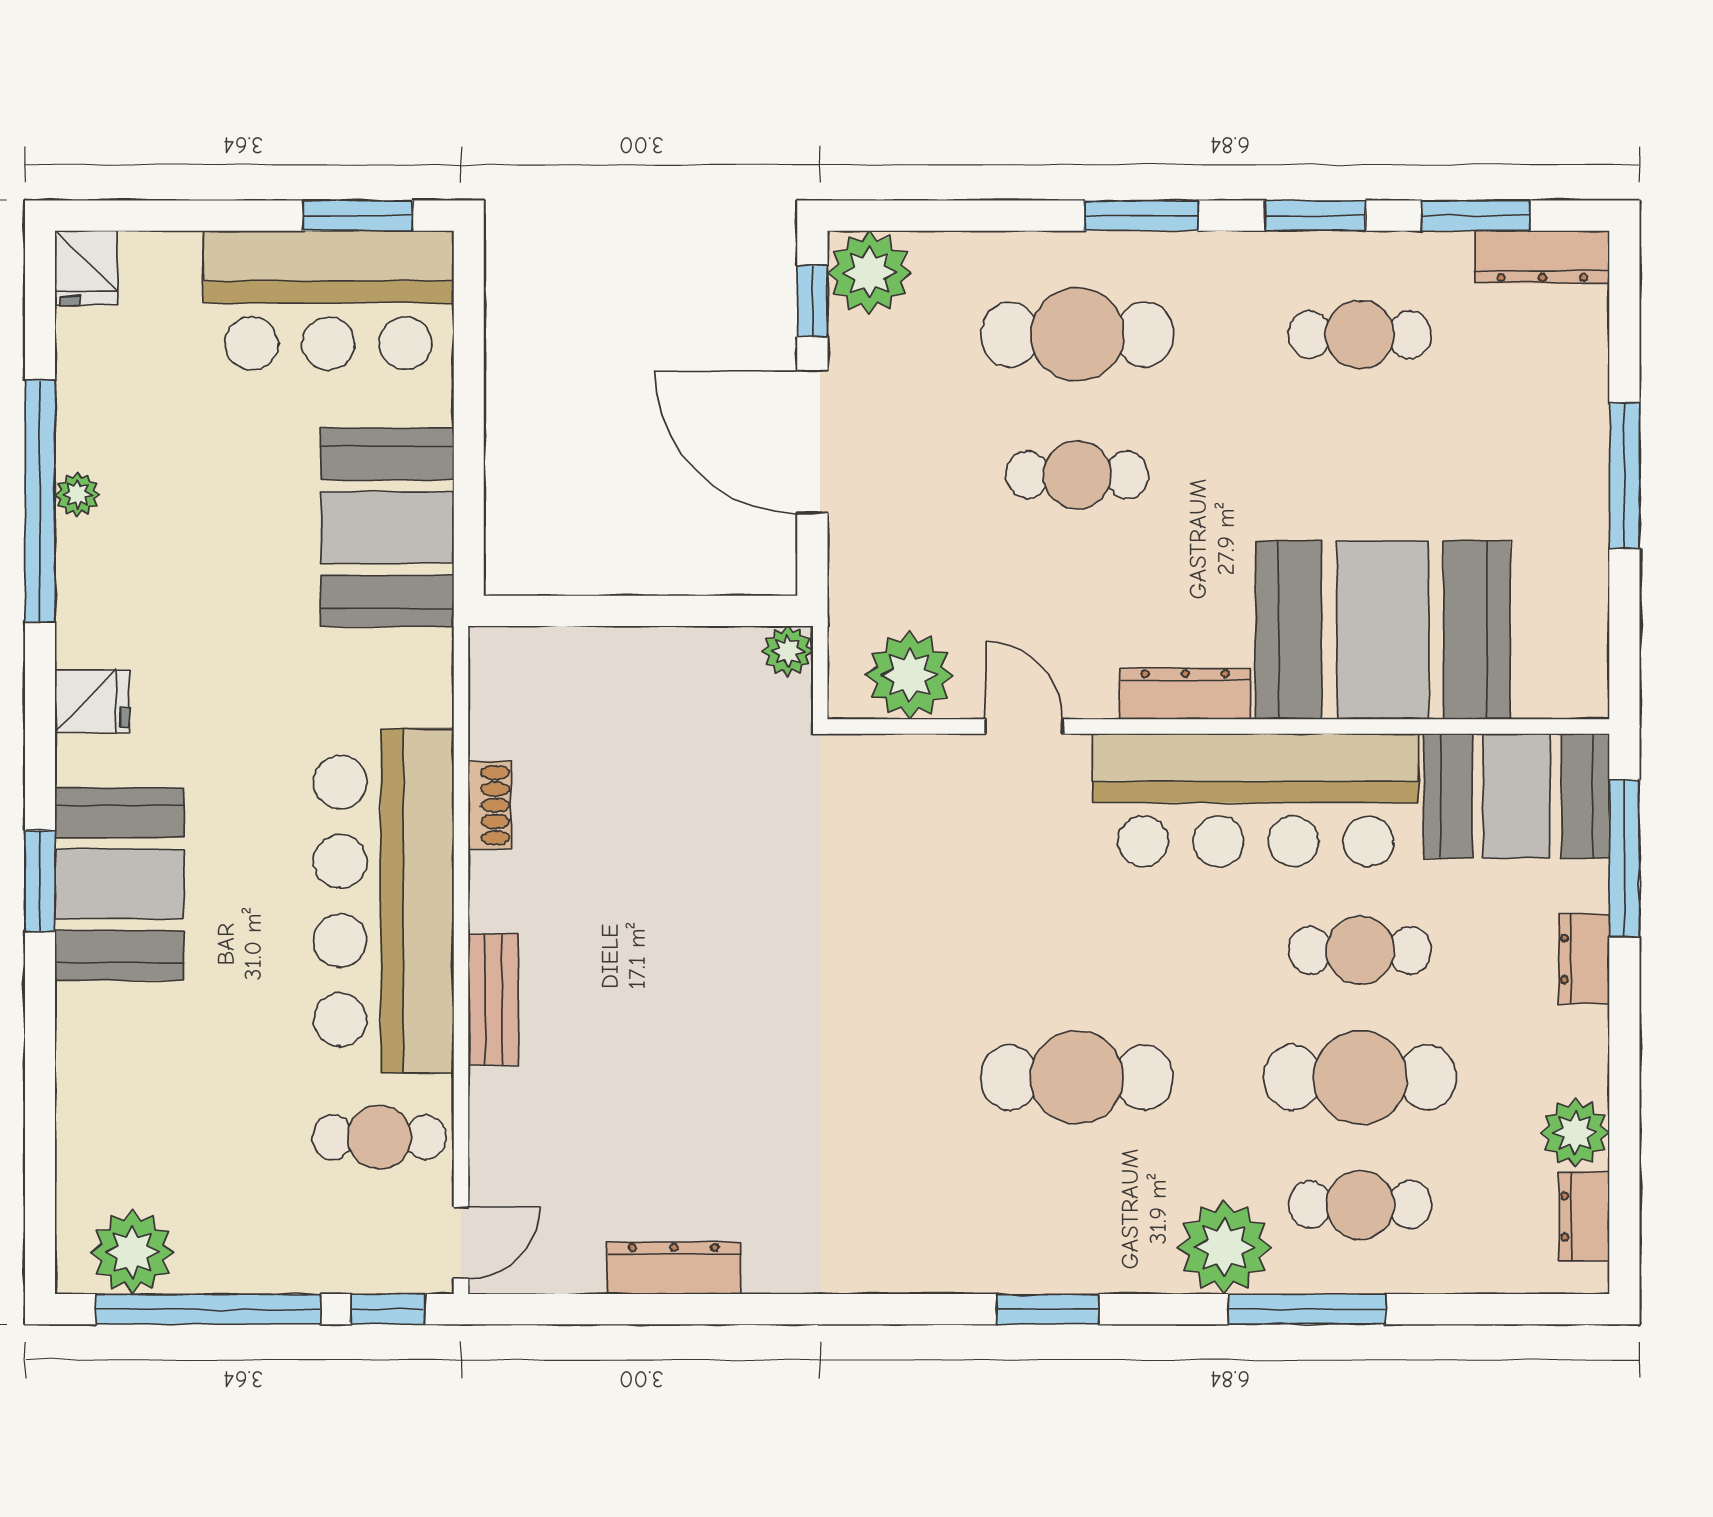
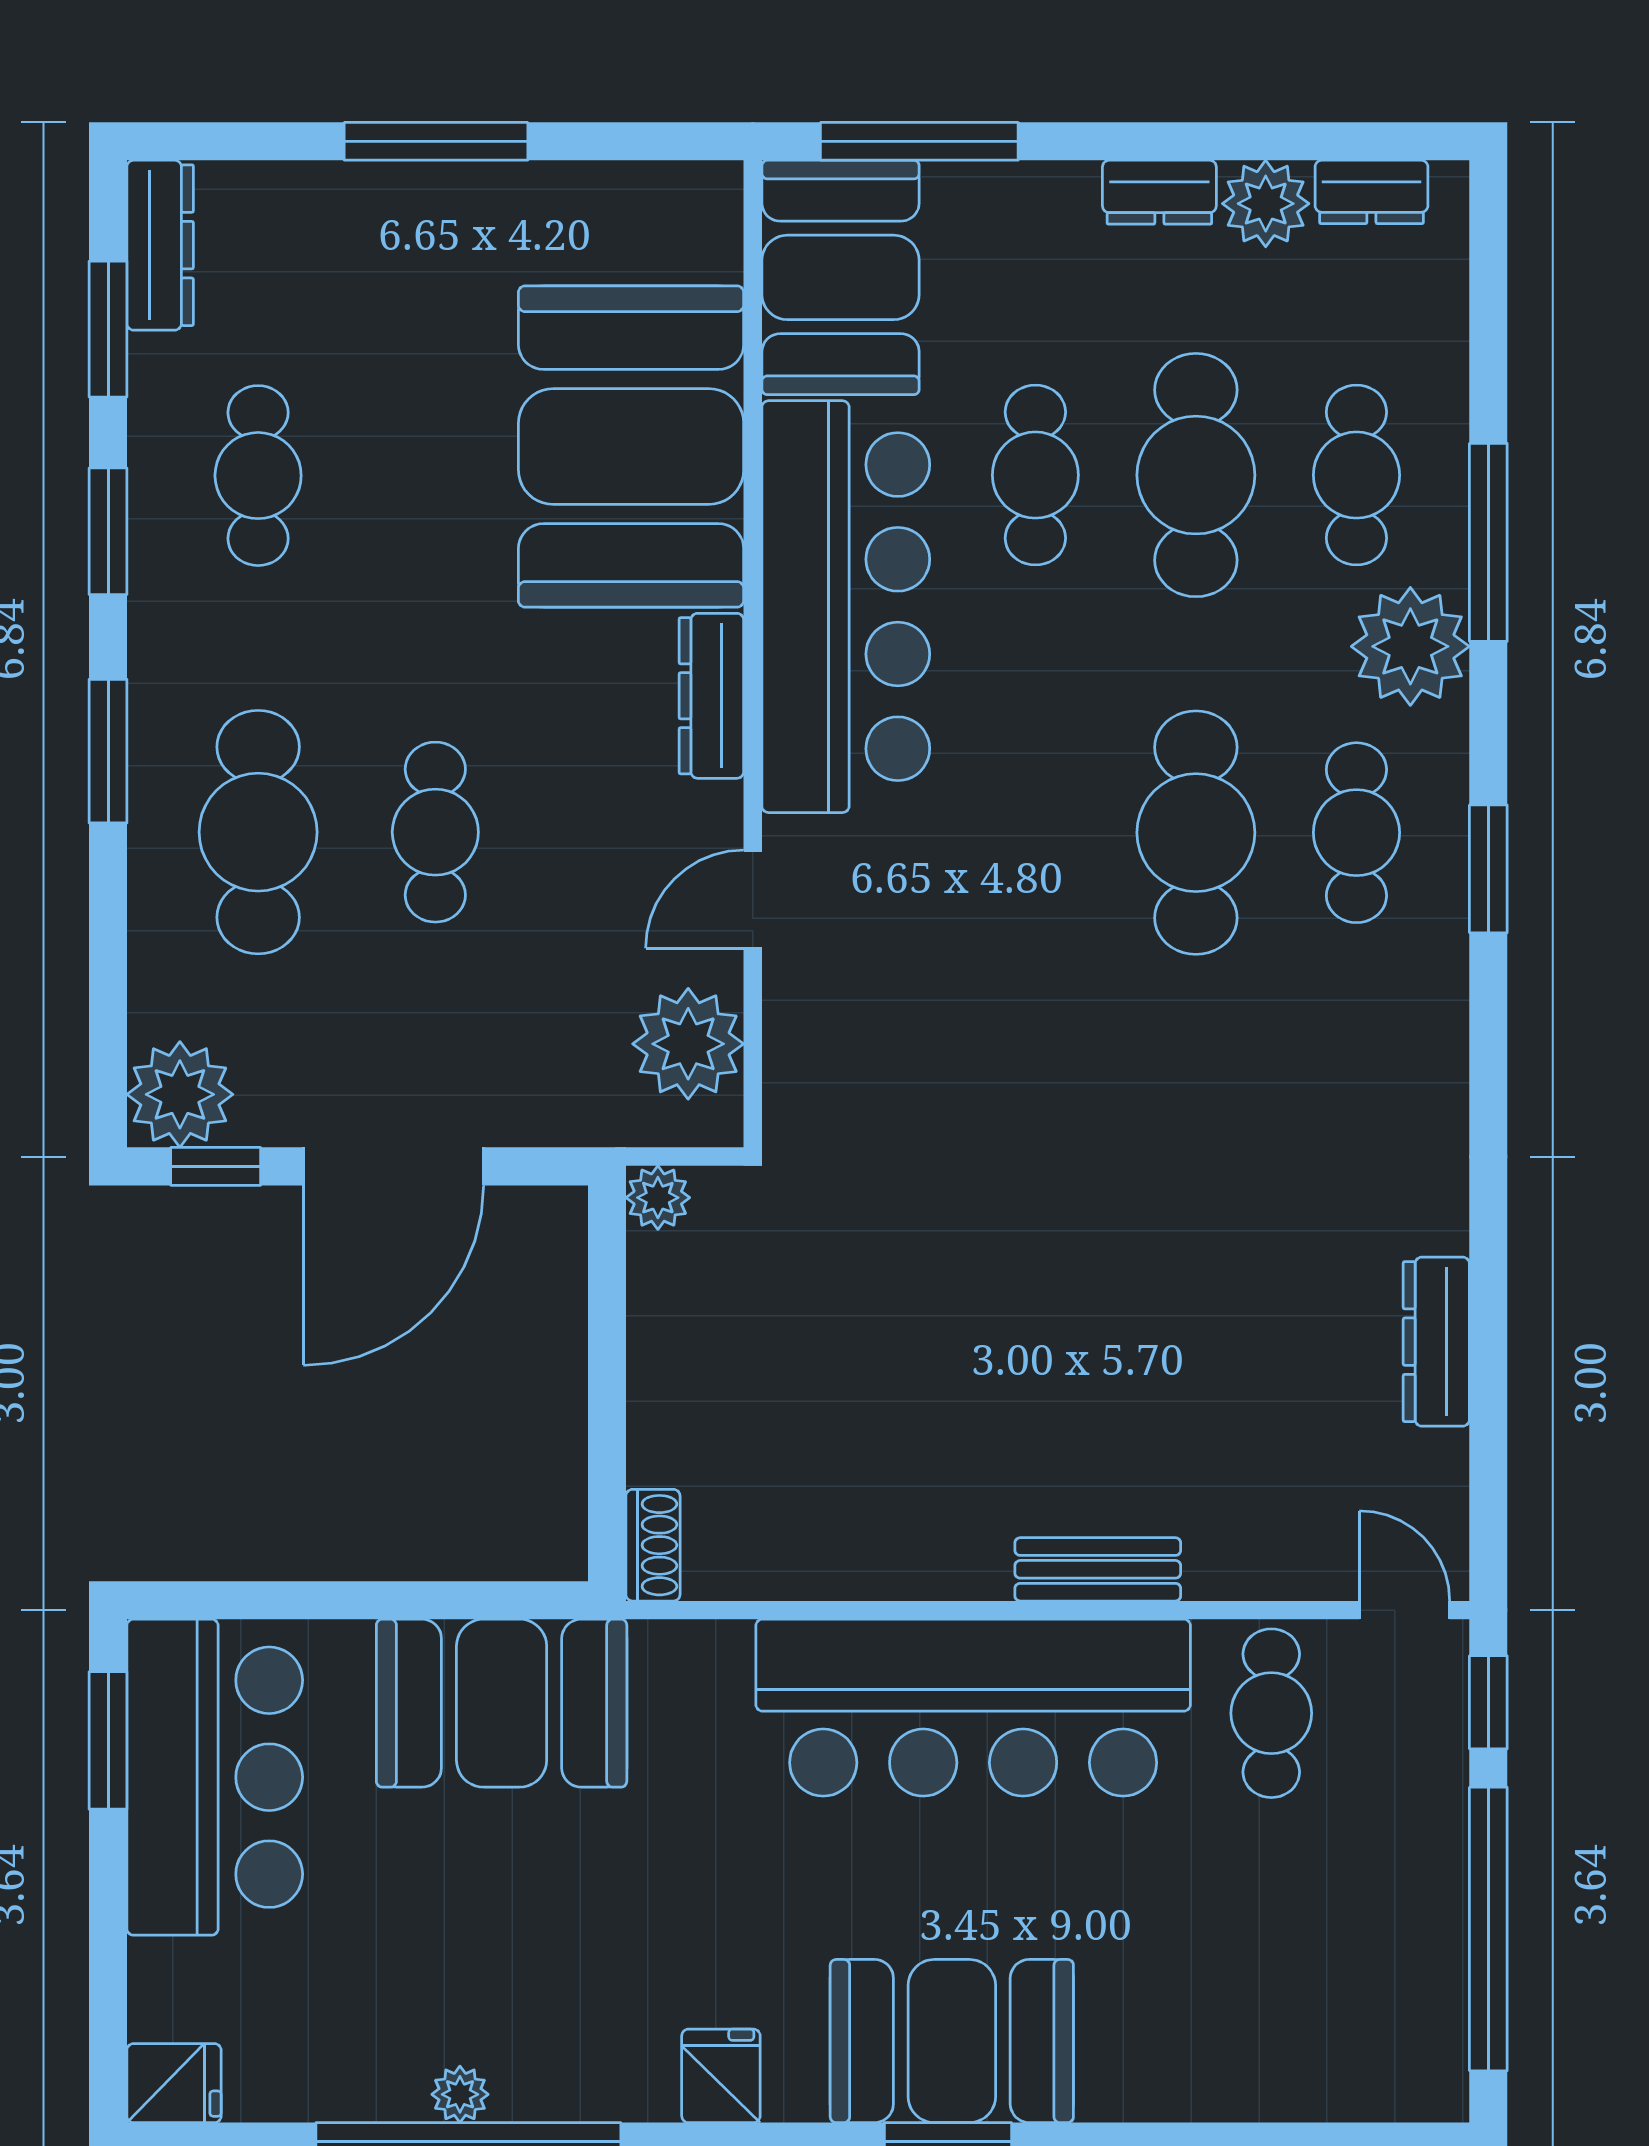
shoe rack: (490, 805) -> (653, 1545), moved, turned 90
dresser: (1584, 959) -> (1159, 192), moved
cafe table: (1077, 1205) -> (1356, 833), added
plant: (132, 1252) -> (1416, 2025), removed

